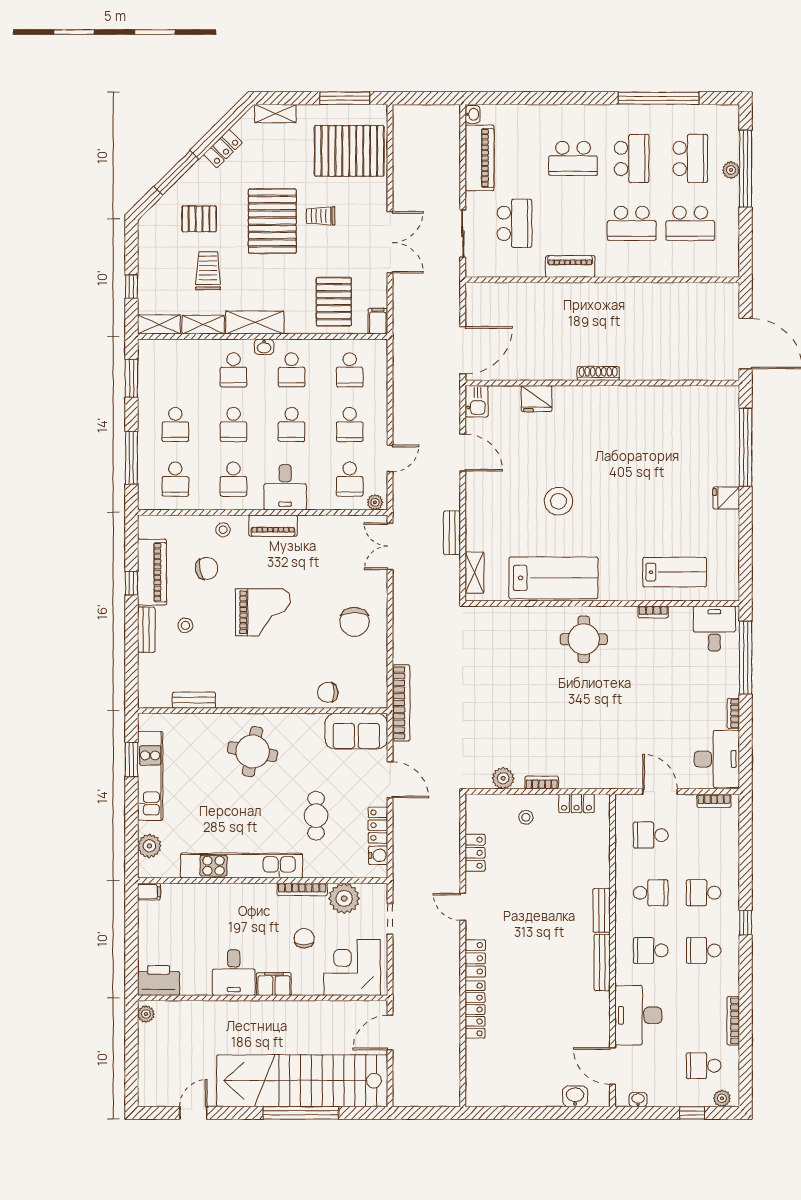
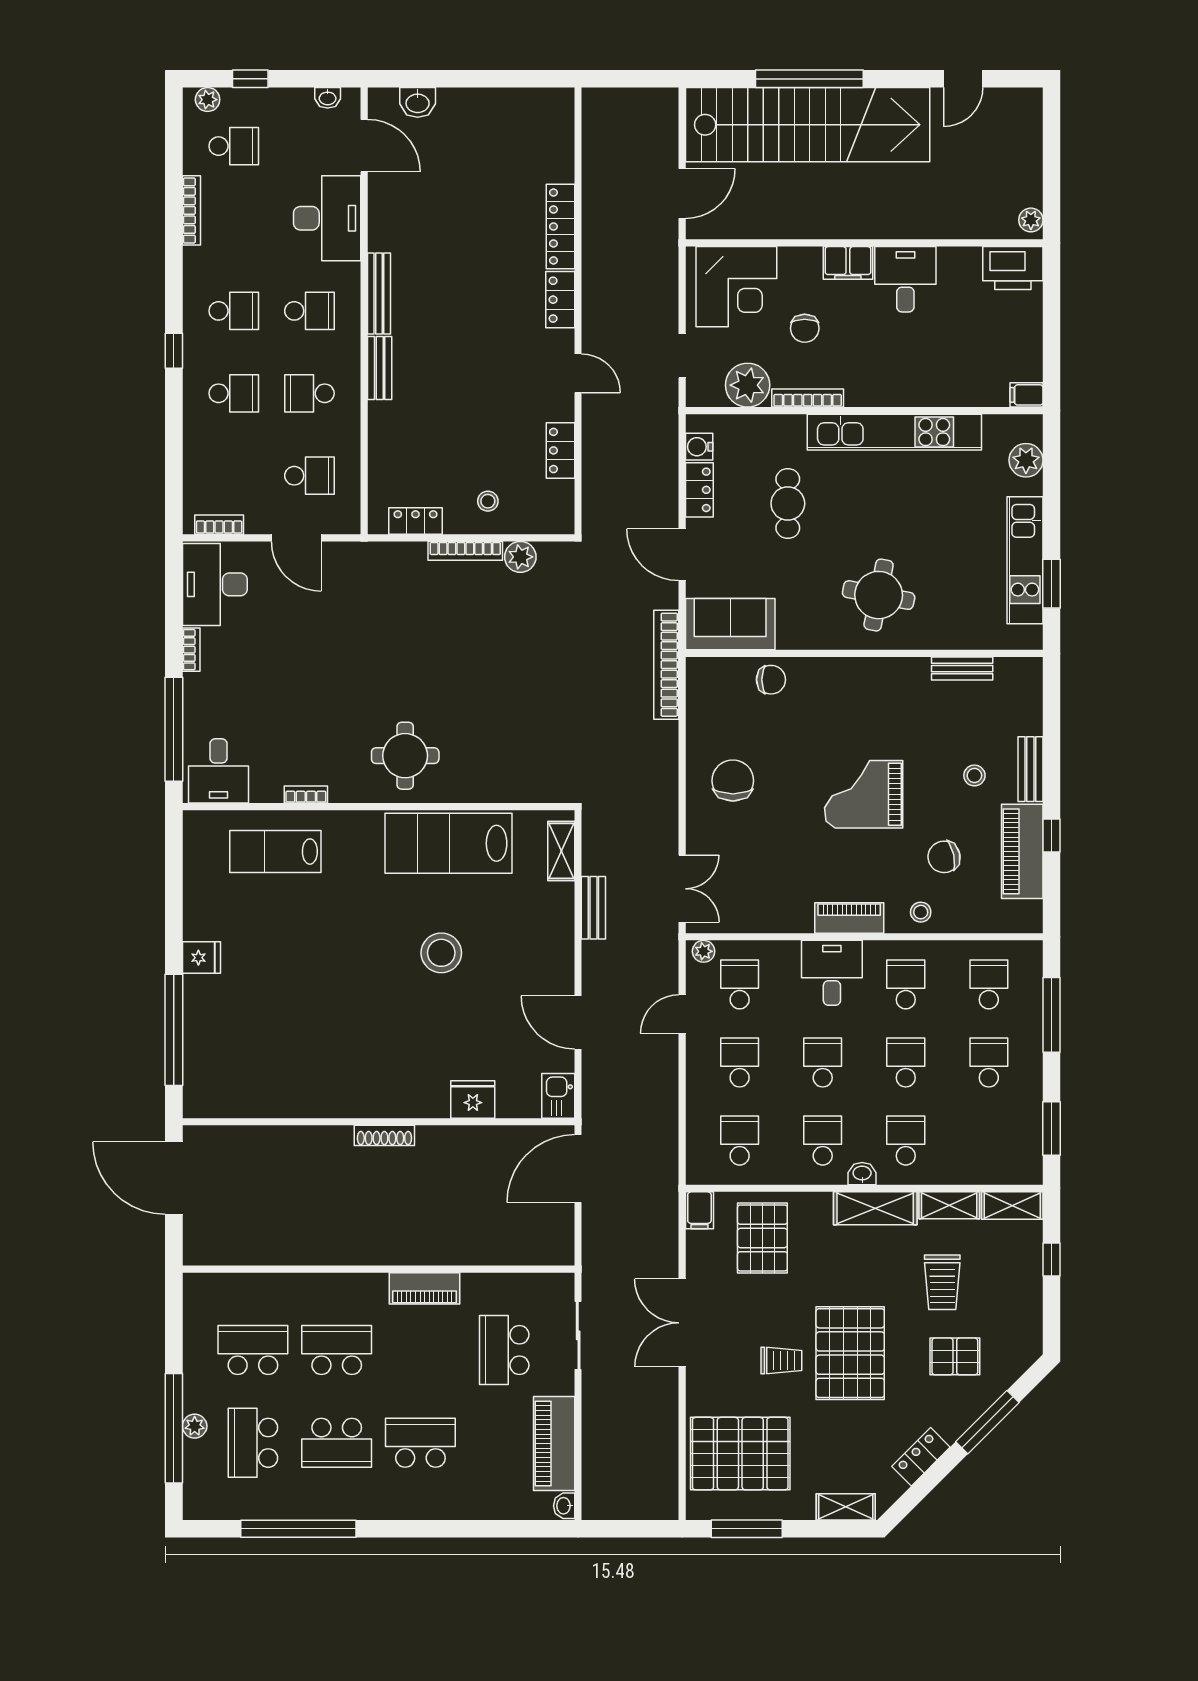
school desk: (632, 158) -> (337, 1443), turned -90
bookcase: (542, 783) -> (465, 551), width x1.56

